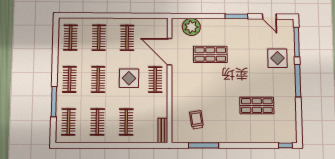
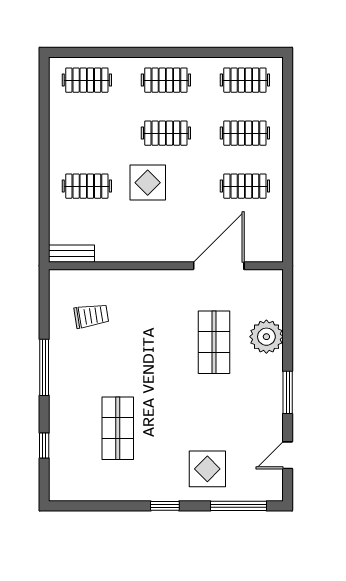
plant: (191, 27) -> (266, 337), moved
display table: (129, 78) -> (148, 183), moved
clothes rail: (155, 80) -> (166, 239), removed
window: (298, 81) -> (165, 506), width x0.46
window: (54, 102) -> (124, 52), removed
clothes rail: (97, 122) -> (87, 133), removed
window: (204, 145) -> (44, 367), moved
window: (285, 145) -> (44, 446), moved

